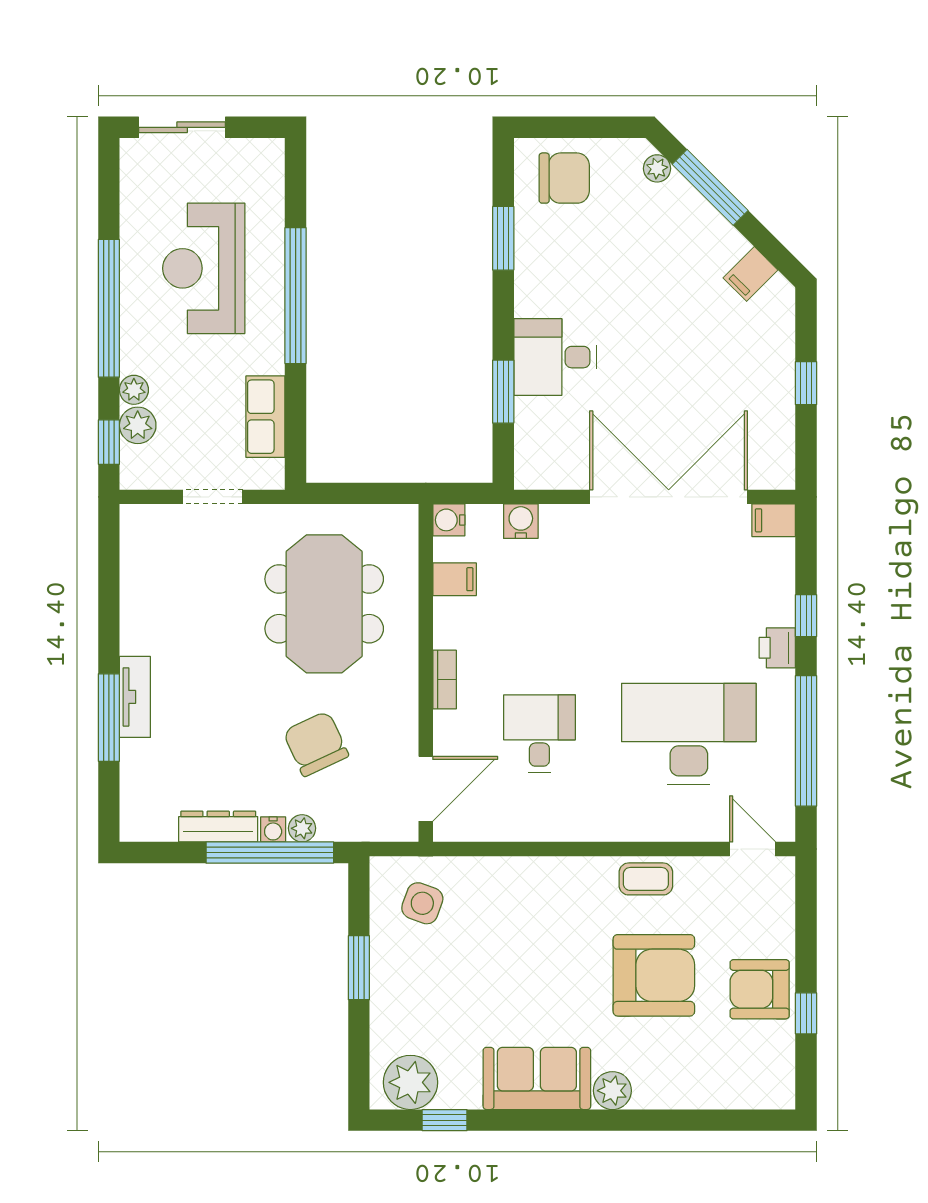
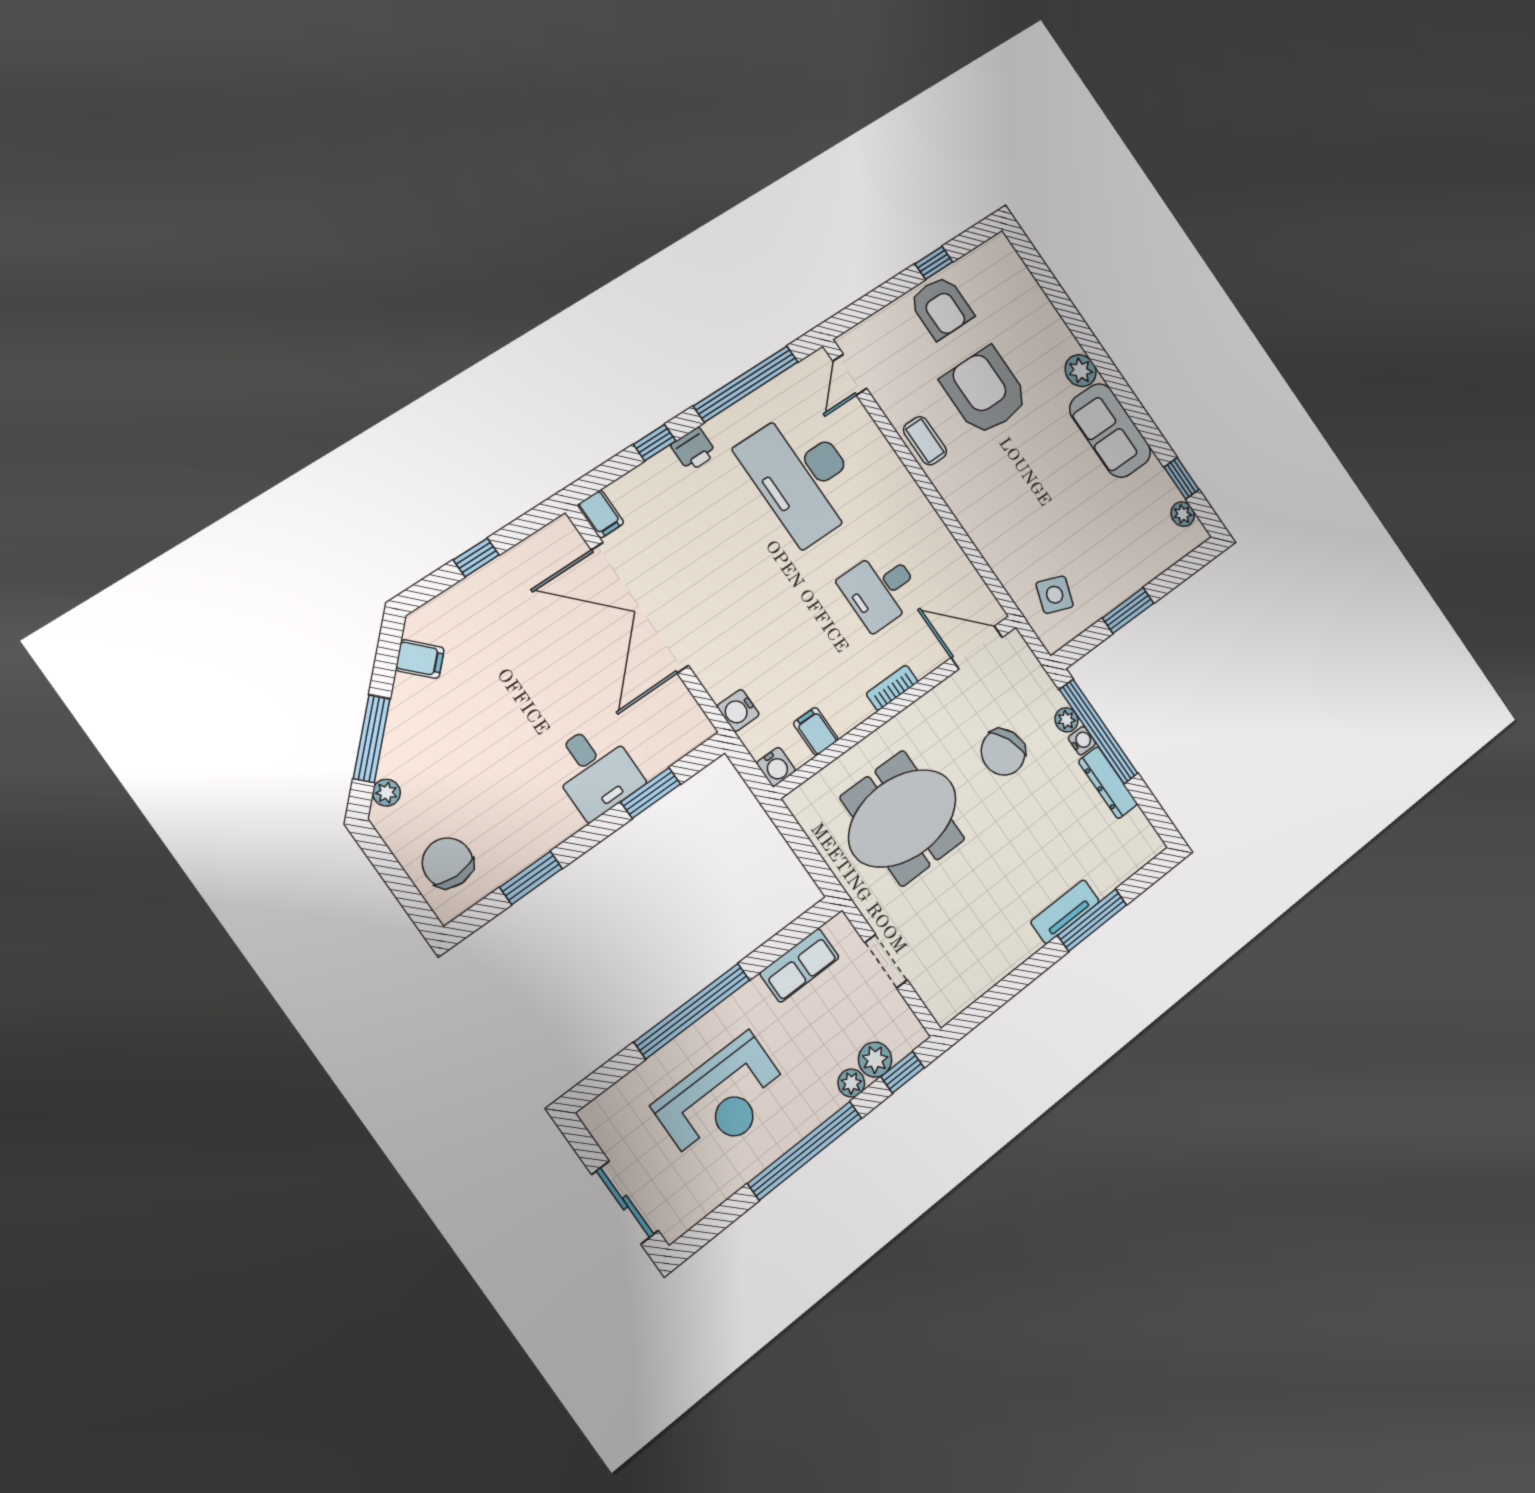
plant: (410, 1082) -> (1183, 514), width x0.53, depth x0.53

